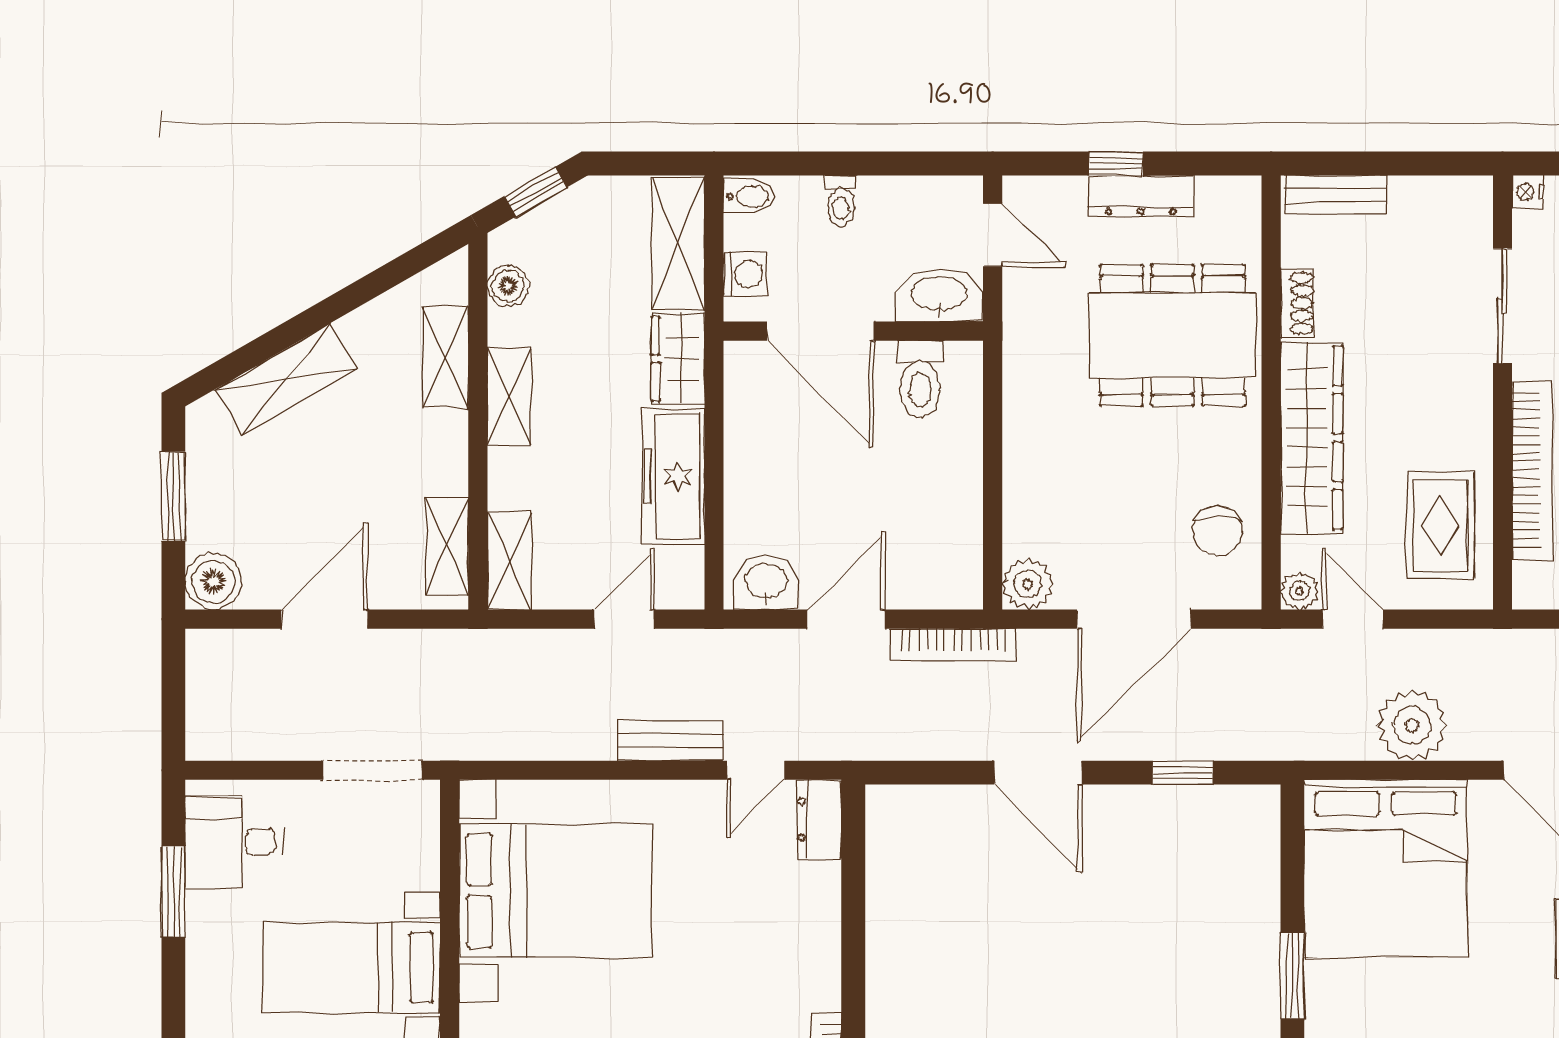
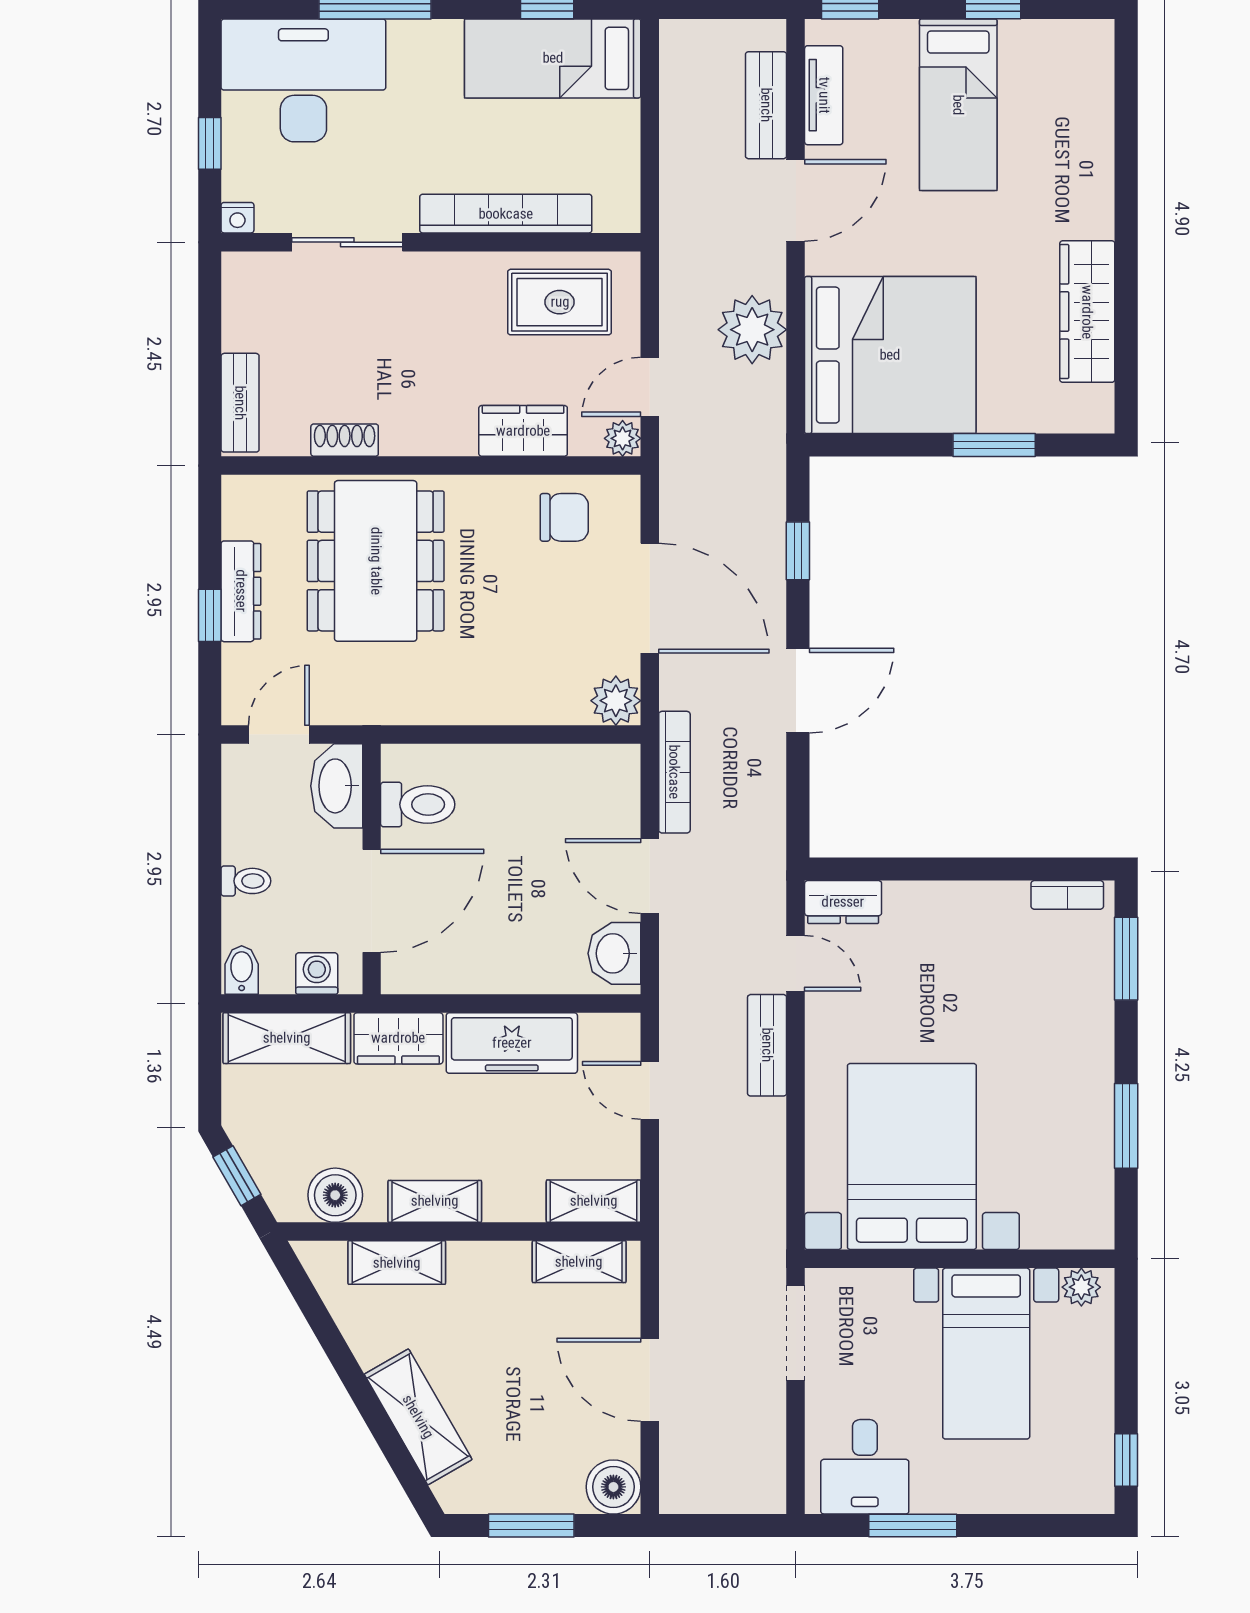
boiler: (508, 286) -> (335, 1195), width x1.36, depth x1.36
wardrobe: (1312, 438) -> (523, 431), width x0.48, depth x0.85

